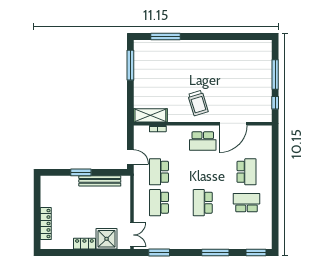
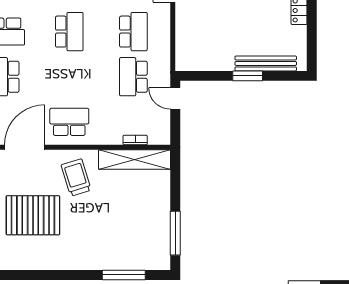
pallet: (228, 77) -> (33, 215), added
shelving: (150, 115) -> (134, 160), width x1.47
school desk: (159, 172) -> (133, 77), turned 180
bench: (100, 181) -> (266, 63), moved

